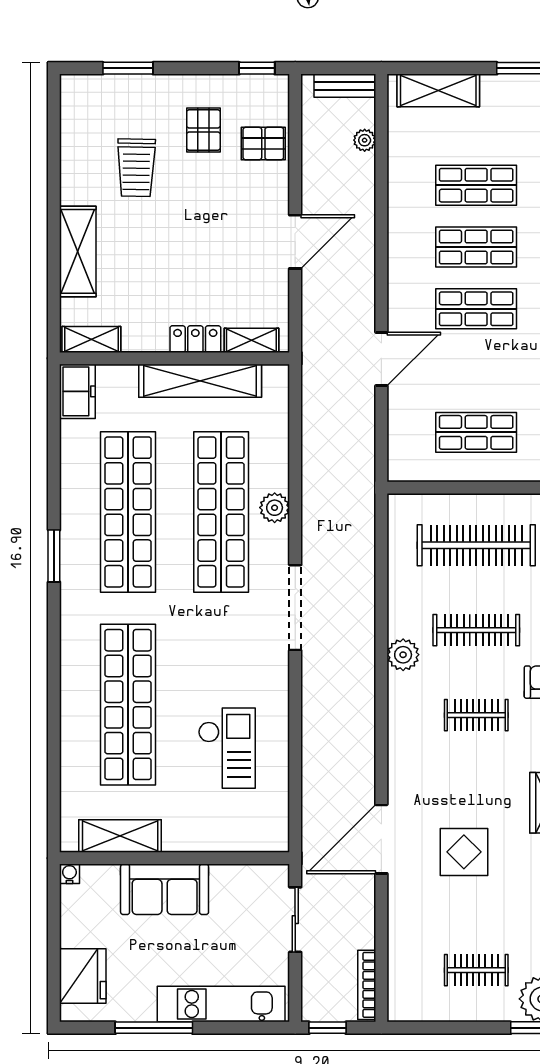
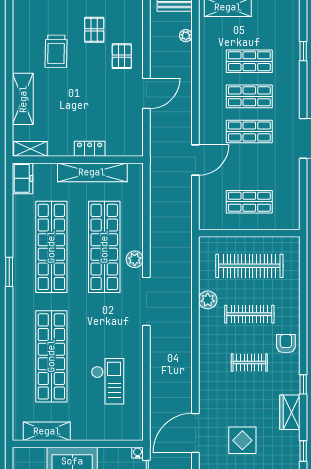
pallet: (263, 144) -> (122, 56), moved, turned 90
shelving: (251, 340) -> (122, 149), removed
plant: (275, 508) -> (135, 259), moved
plant: (403, 655) -> (208, 300), moved
water cooler: (69, 874) -> (138, 453), moved

